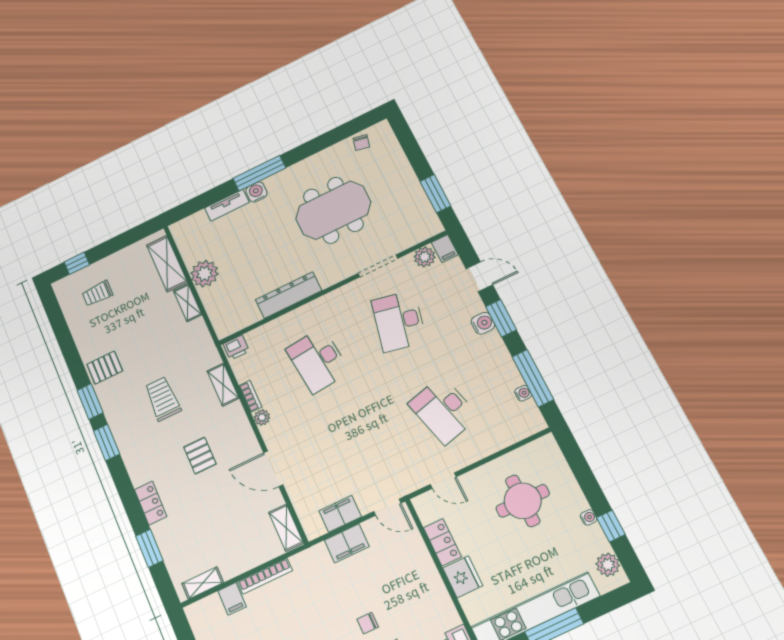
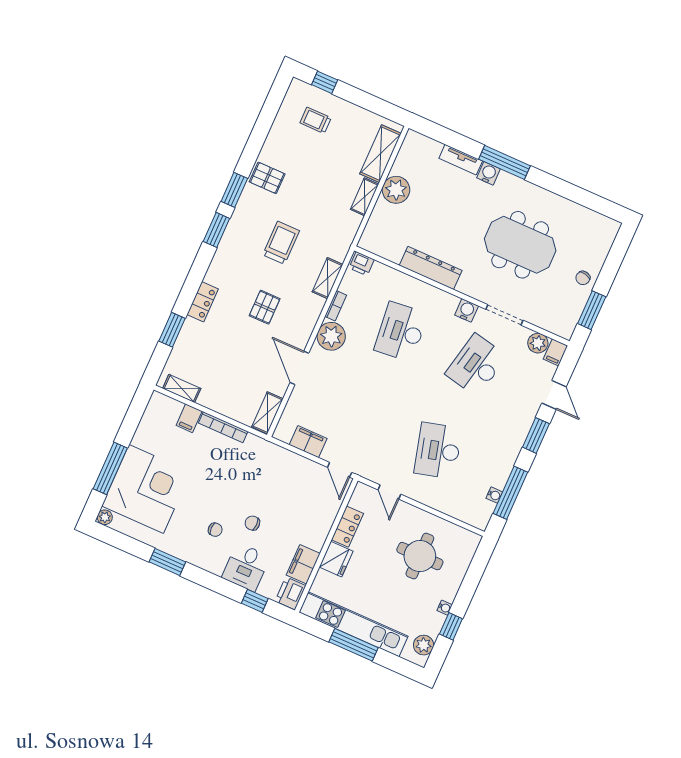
chair: (361, 143) -> (583, 278), moved
water cooler: (483, 323) -> (467, 310), moved, turned -90
plant: (262, 417) -> (331, 336), width x1.87, depth x1.87
filing cabinet: (347, 543) -> (303, 564), moved, turned 90

